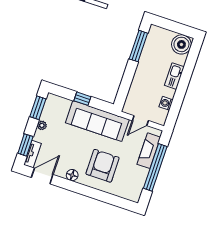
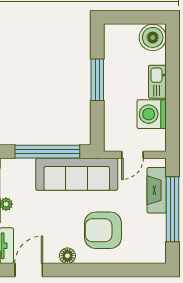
window: (138, 46) -> (97, 80), moved
window: (82, 99) -> (47, 152), width x3.17
washing machine: (166, 103) -> (152, 114), width x1.89, depth x1.89
armchair: (103, 166) -> (103, 230), turned -90

